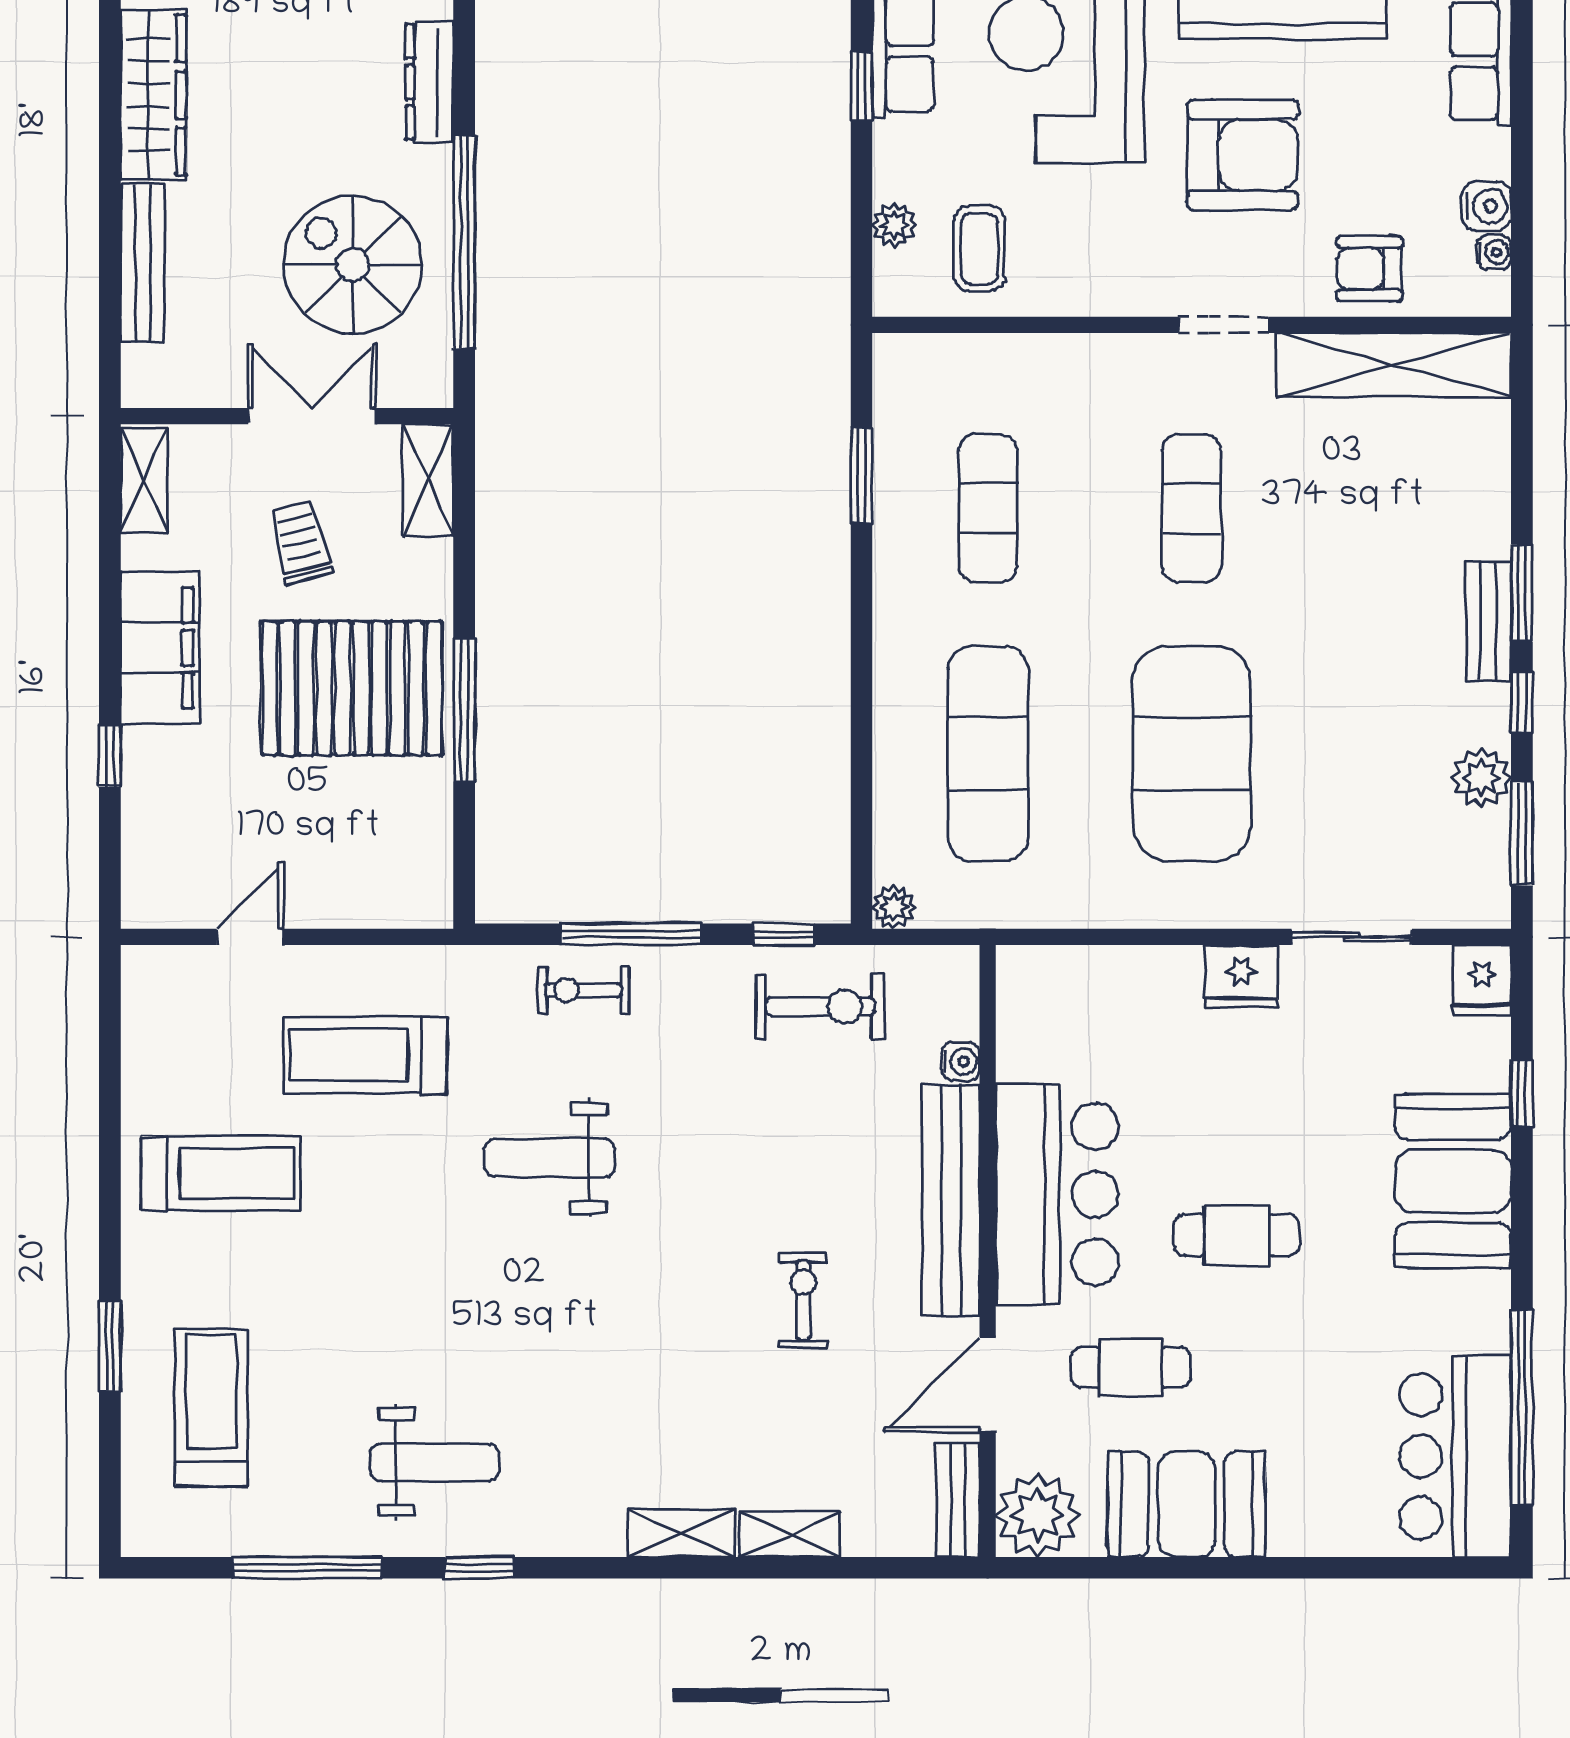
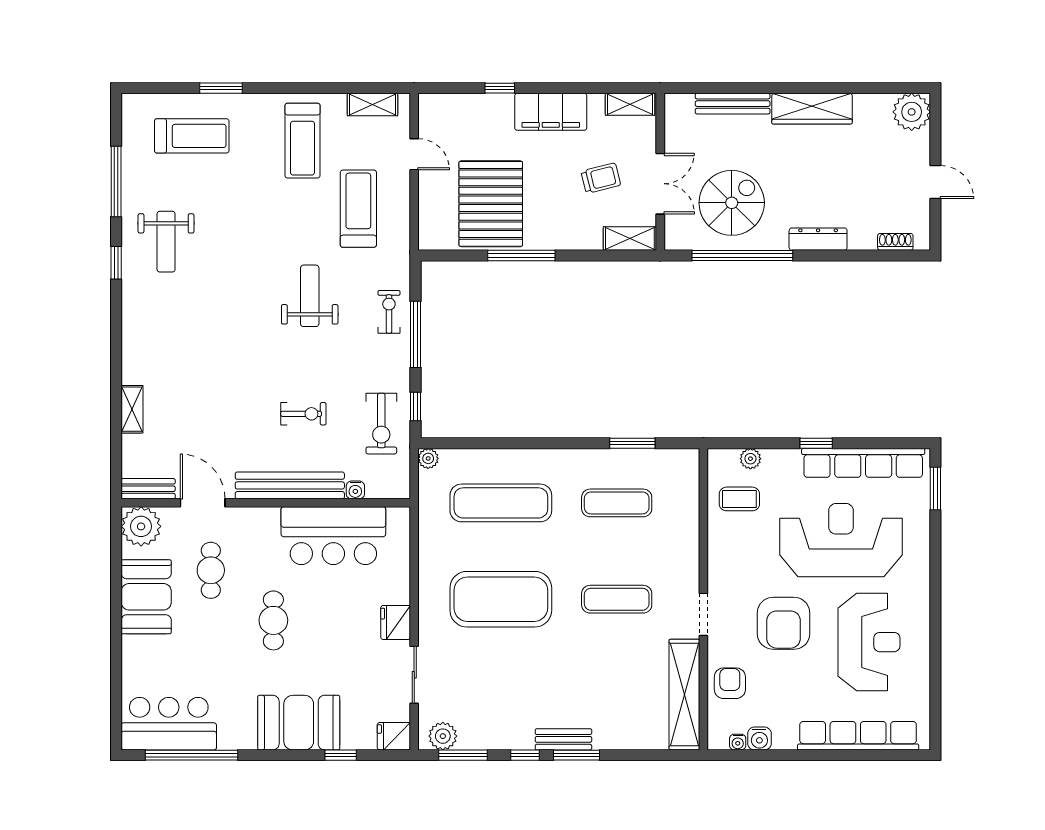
pallet: (352, 688) -> (491, 204), moved
plant: (1481, 778) -> (443, 736), moved
bar counter: (1057, 1194) -> (333, 536), moved
exercise bike: (803, 1300) -> (303, 414), moved
shelving: (681, 1533) -> (373, 105), moved, turned 90

